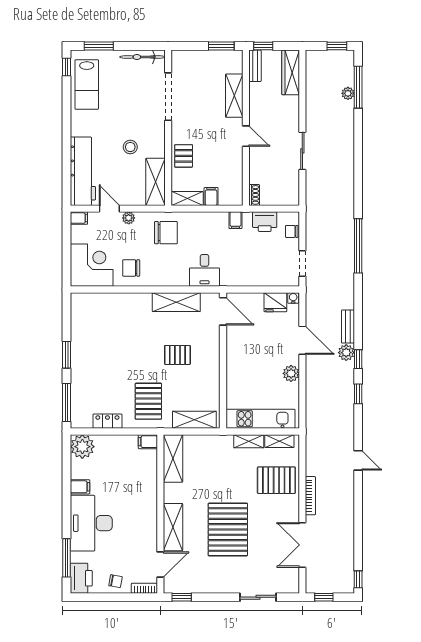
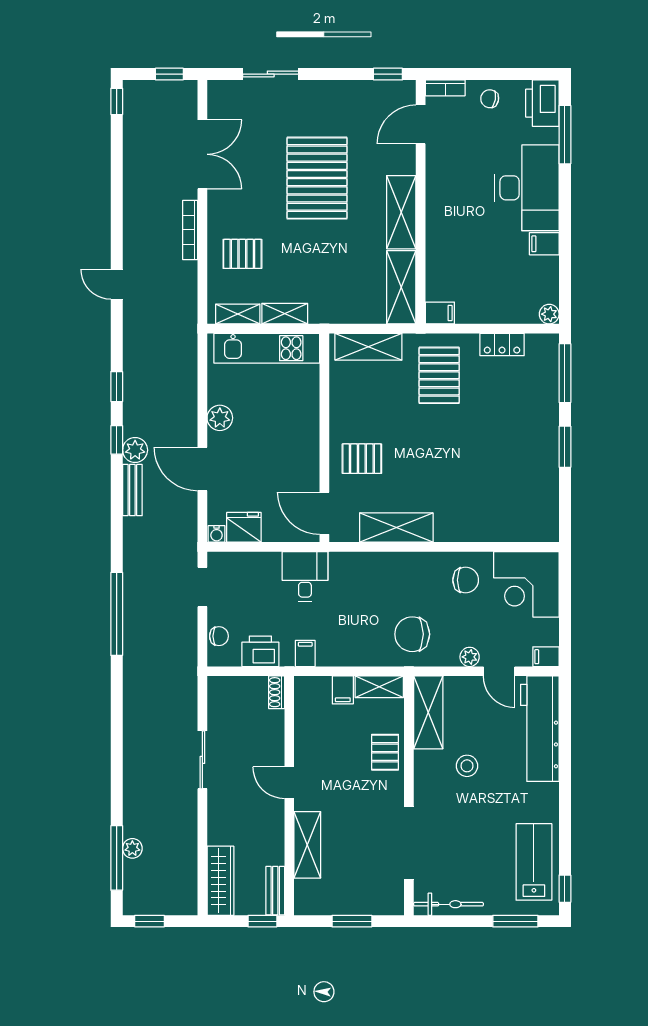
window: (221, 46) -> (352, 921), moved
desk: (204, 270) -> (305, 576), moved
pallet: (177, 355) -> (362, 459), moved
plant: (82, 447) -> (549, 314), width x0.53, depth x0.53
pallet: (276, 480) -> (242, 254), width x0.67, depth x0.71
shelving: (173, 527) -> (401, 212), moved

